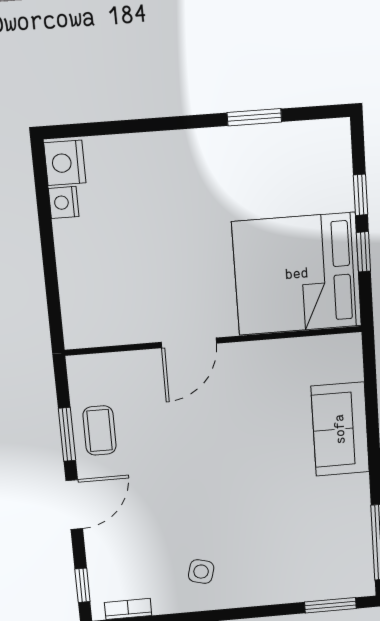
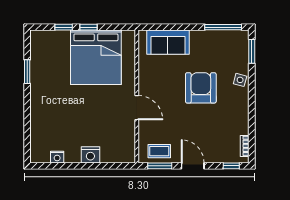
nightstand: (65, 163) -> (90, 155), moved
wall: (214, 341) -> (137, 96), moved
door: (189, 343) -> (137, 108), moved
armchair: (245, 507) -> (201, 88), added
side table: (201, 572) -> (240, 80), moved

